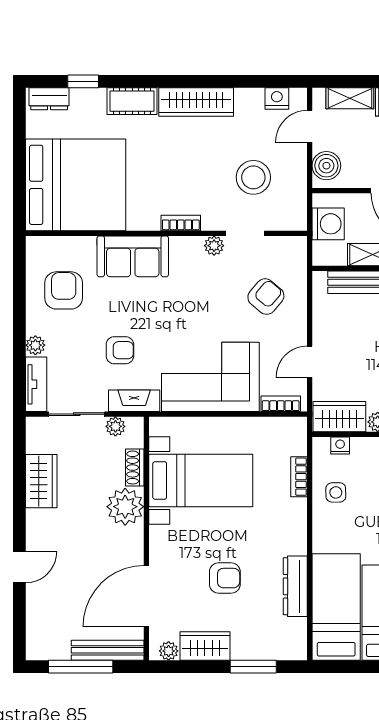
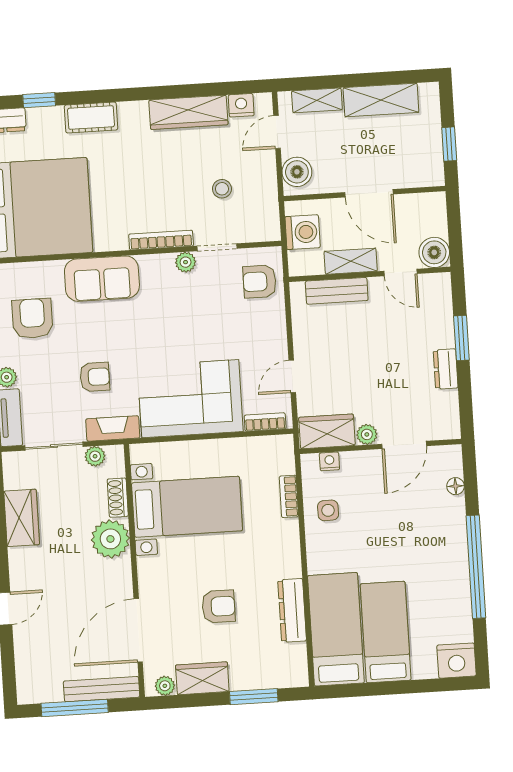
wardrobe: (196, 102) -> (188, 112), moved
stool: (253, 177) -> (222, 189), width x0.53, depth x0.53
bookcase: (181, 223) -> (161, 240), width x1.56
armchair: (266, 297) -> (260, 281), moved, turned -130

